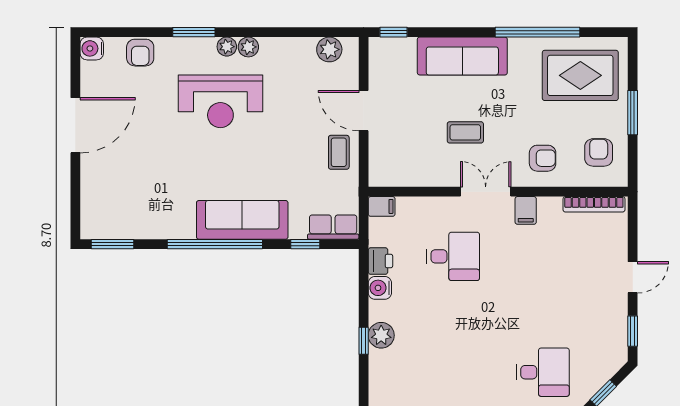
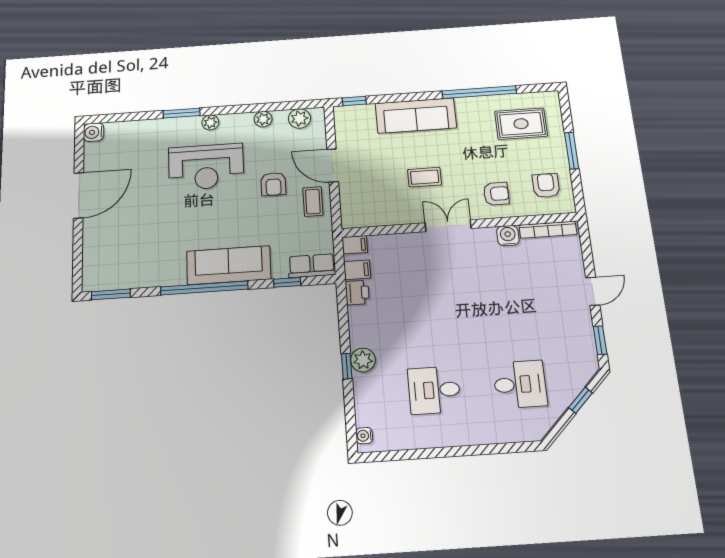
plant: (248, 47) -> (263, 119), moved
armchair: (140, 53) -> (273, 184), moved
rug: (580, 75) -> (521, 124), width x0.73, depth x0.70
filing cabinet: (526, 210) -> (357, 270), moved, turned -90
desk: (453, 256) -> (434, 390), moved, turned 180
water cooler: (380, 288) -> (508, 236), moved, turned 90

